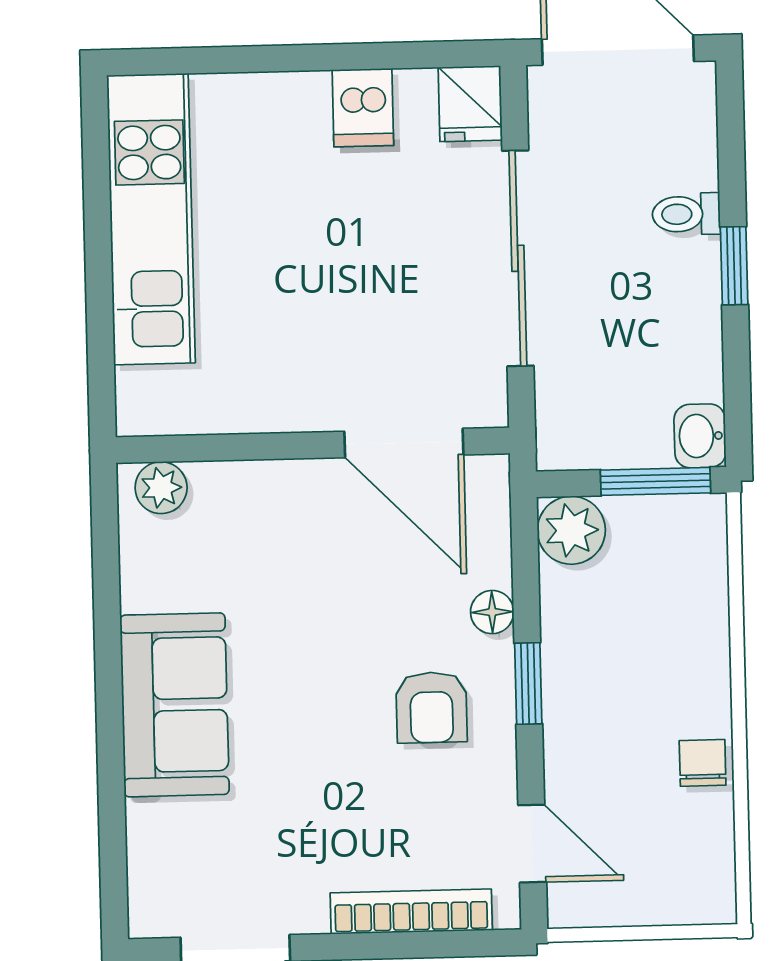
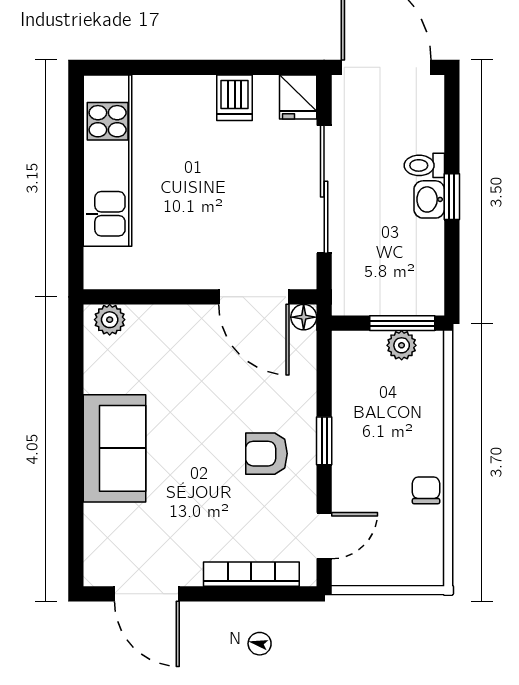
washbasin: (700, 436) -> (429, 199), moved
plant: (571, 530) -> (402, 345), moved, width x0.73, depth x0.73
floor lamp: (492, 612) -> (304, 317), moved
armchair: (432, 707) -> (266, 454), turned 90
door: (532, 844) -> (324, 536), hinge flipped

